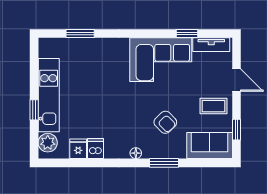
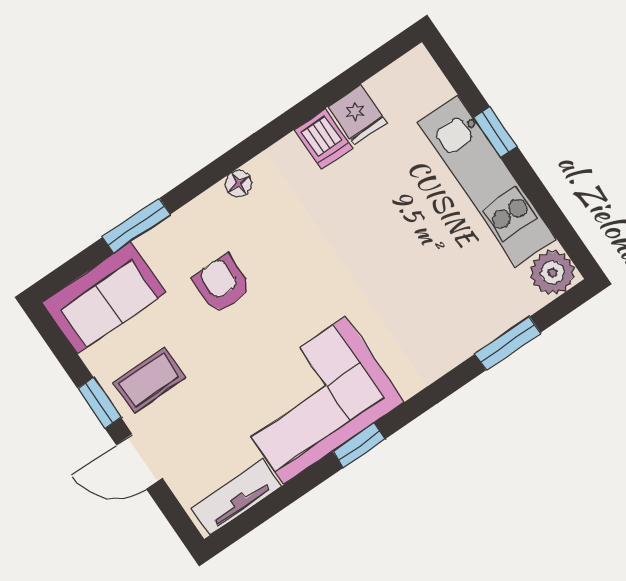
window: (187, 34) -> (359, 445), moved
armchair: (165, 122) -> (222, 284), turned 44
window: (236, 130) -> (99, 403), moved
plant: (48, 143) -> (552, 272), moved
window: (164, 163) -> (136, 226), moved

